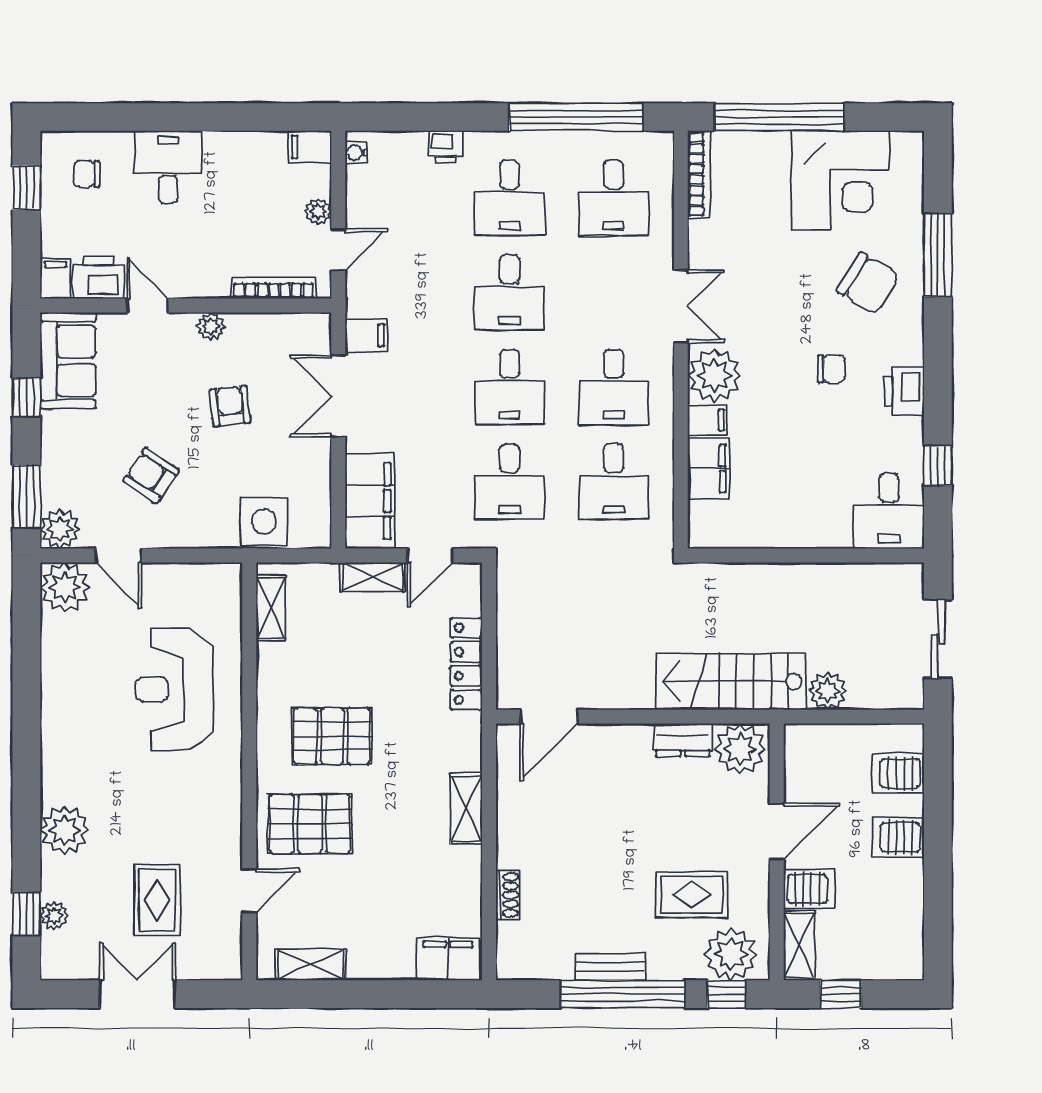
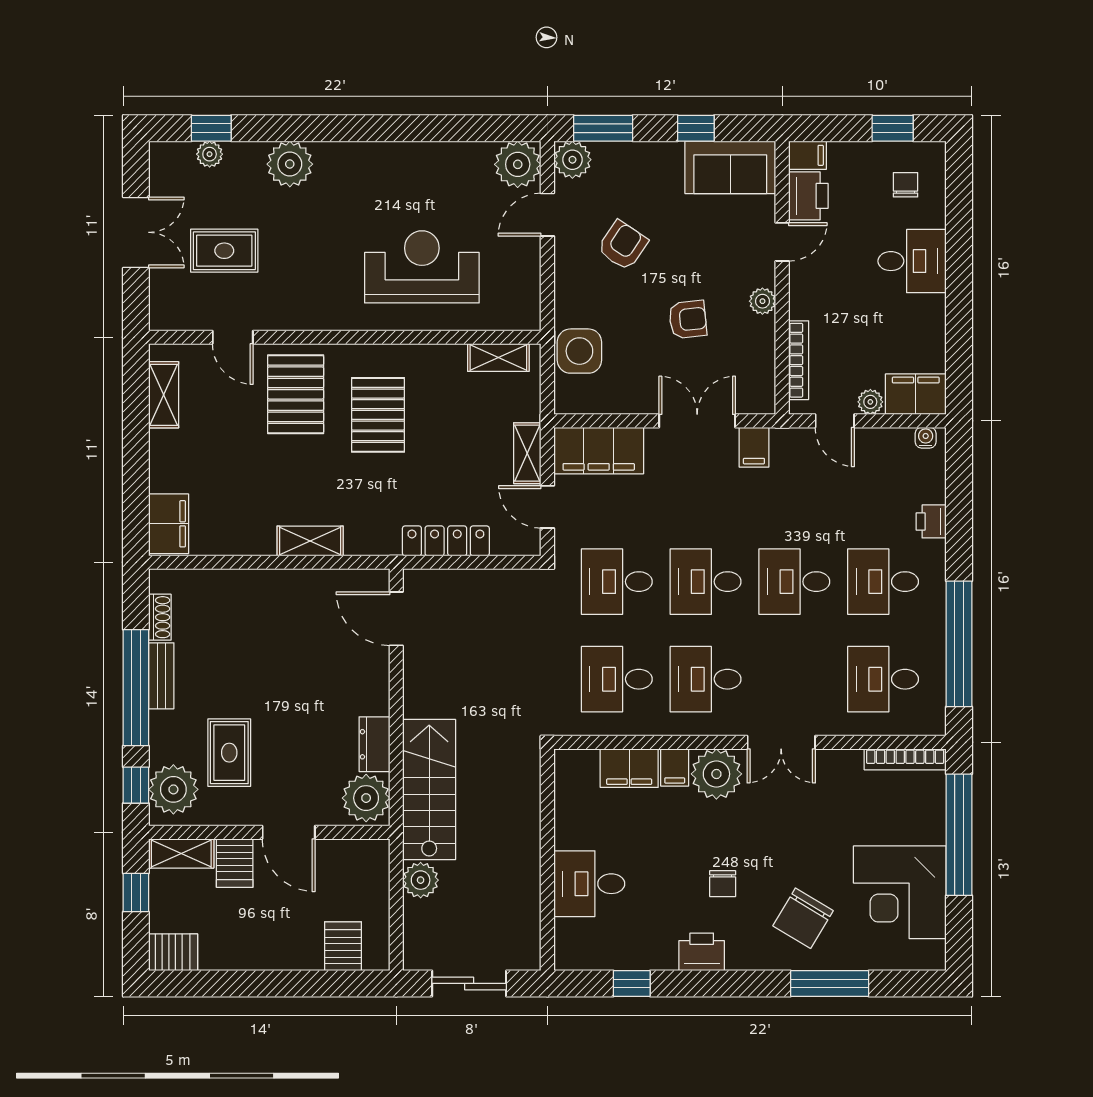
filing cabinet: (310, 147) -> (916, 394), width x2.00
desk: (889, 511) -> (589, 884), moved
server rack: (898, 837) -> (173, 952), moved, turned 90
shoe rack: (508, 895) -> (160, 617), moved, turned -90

